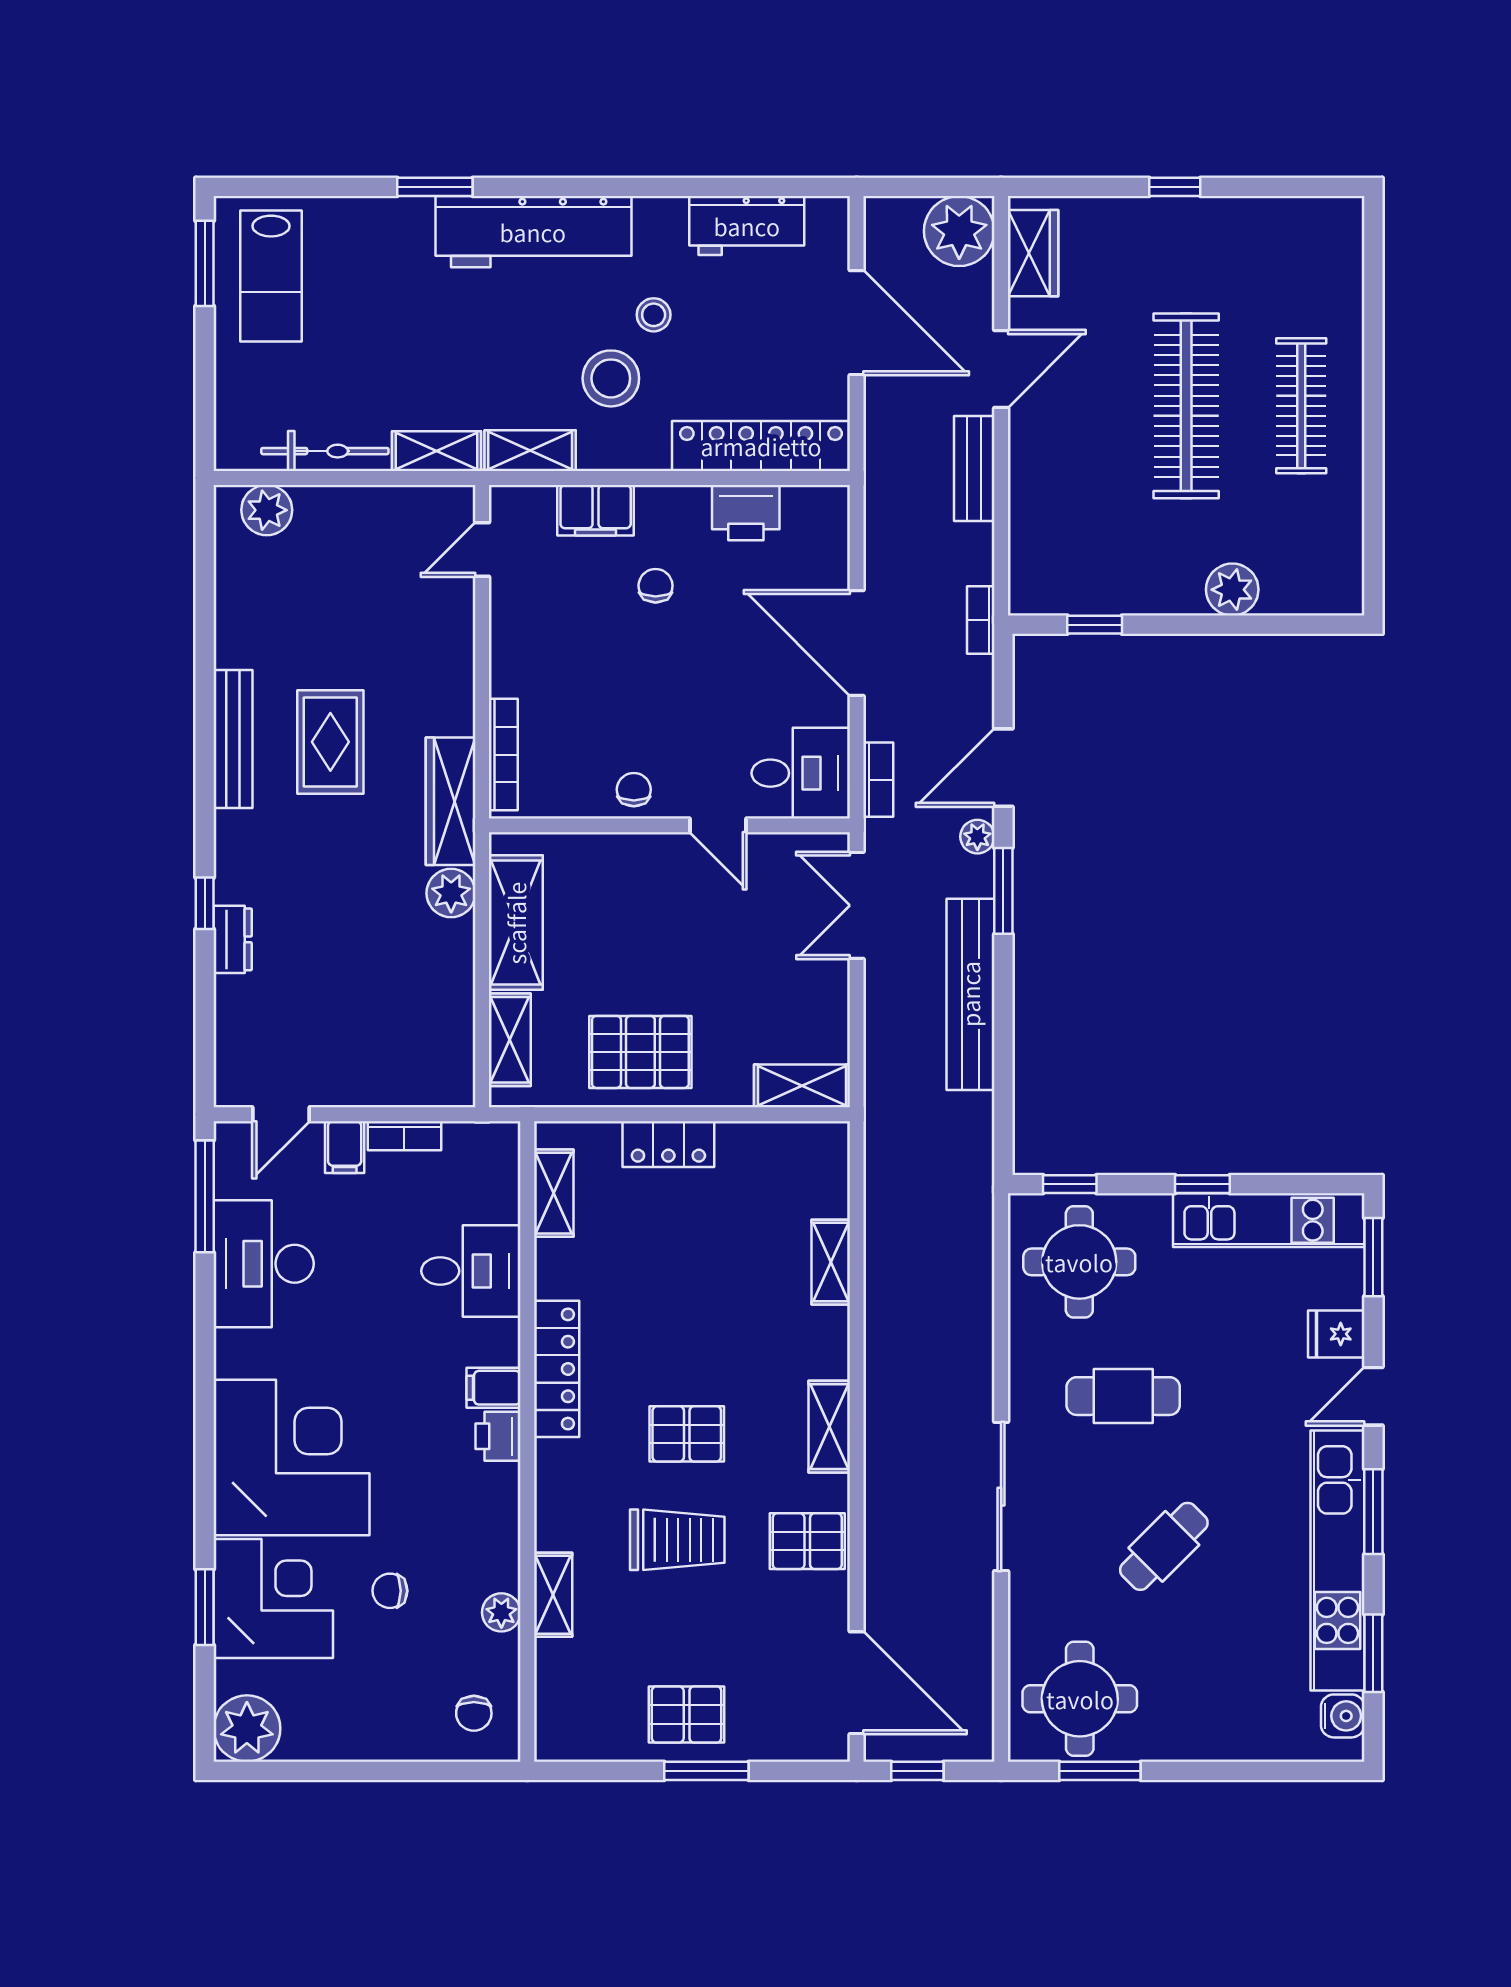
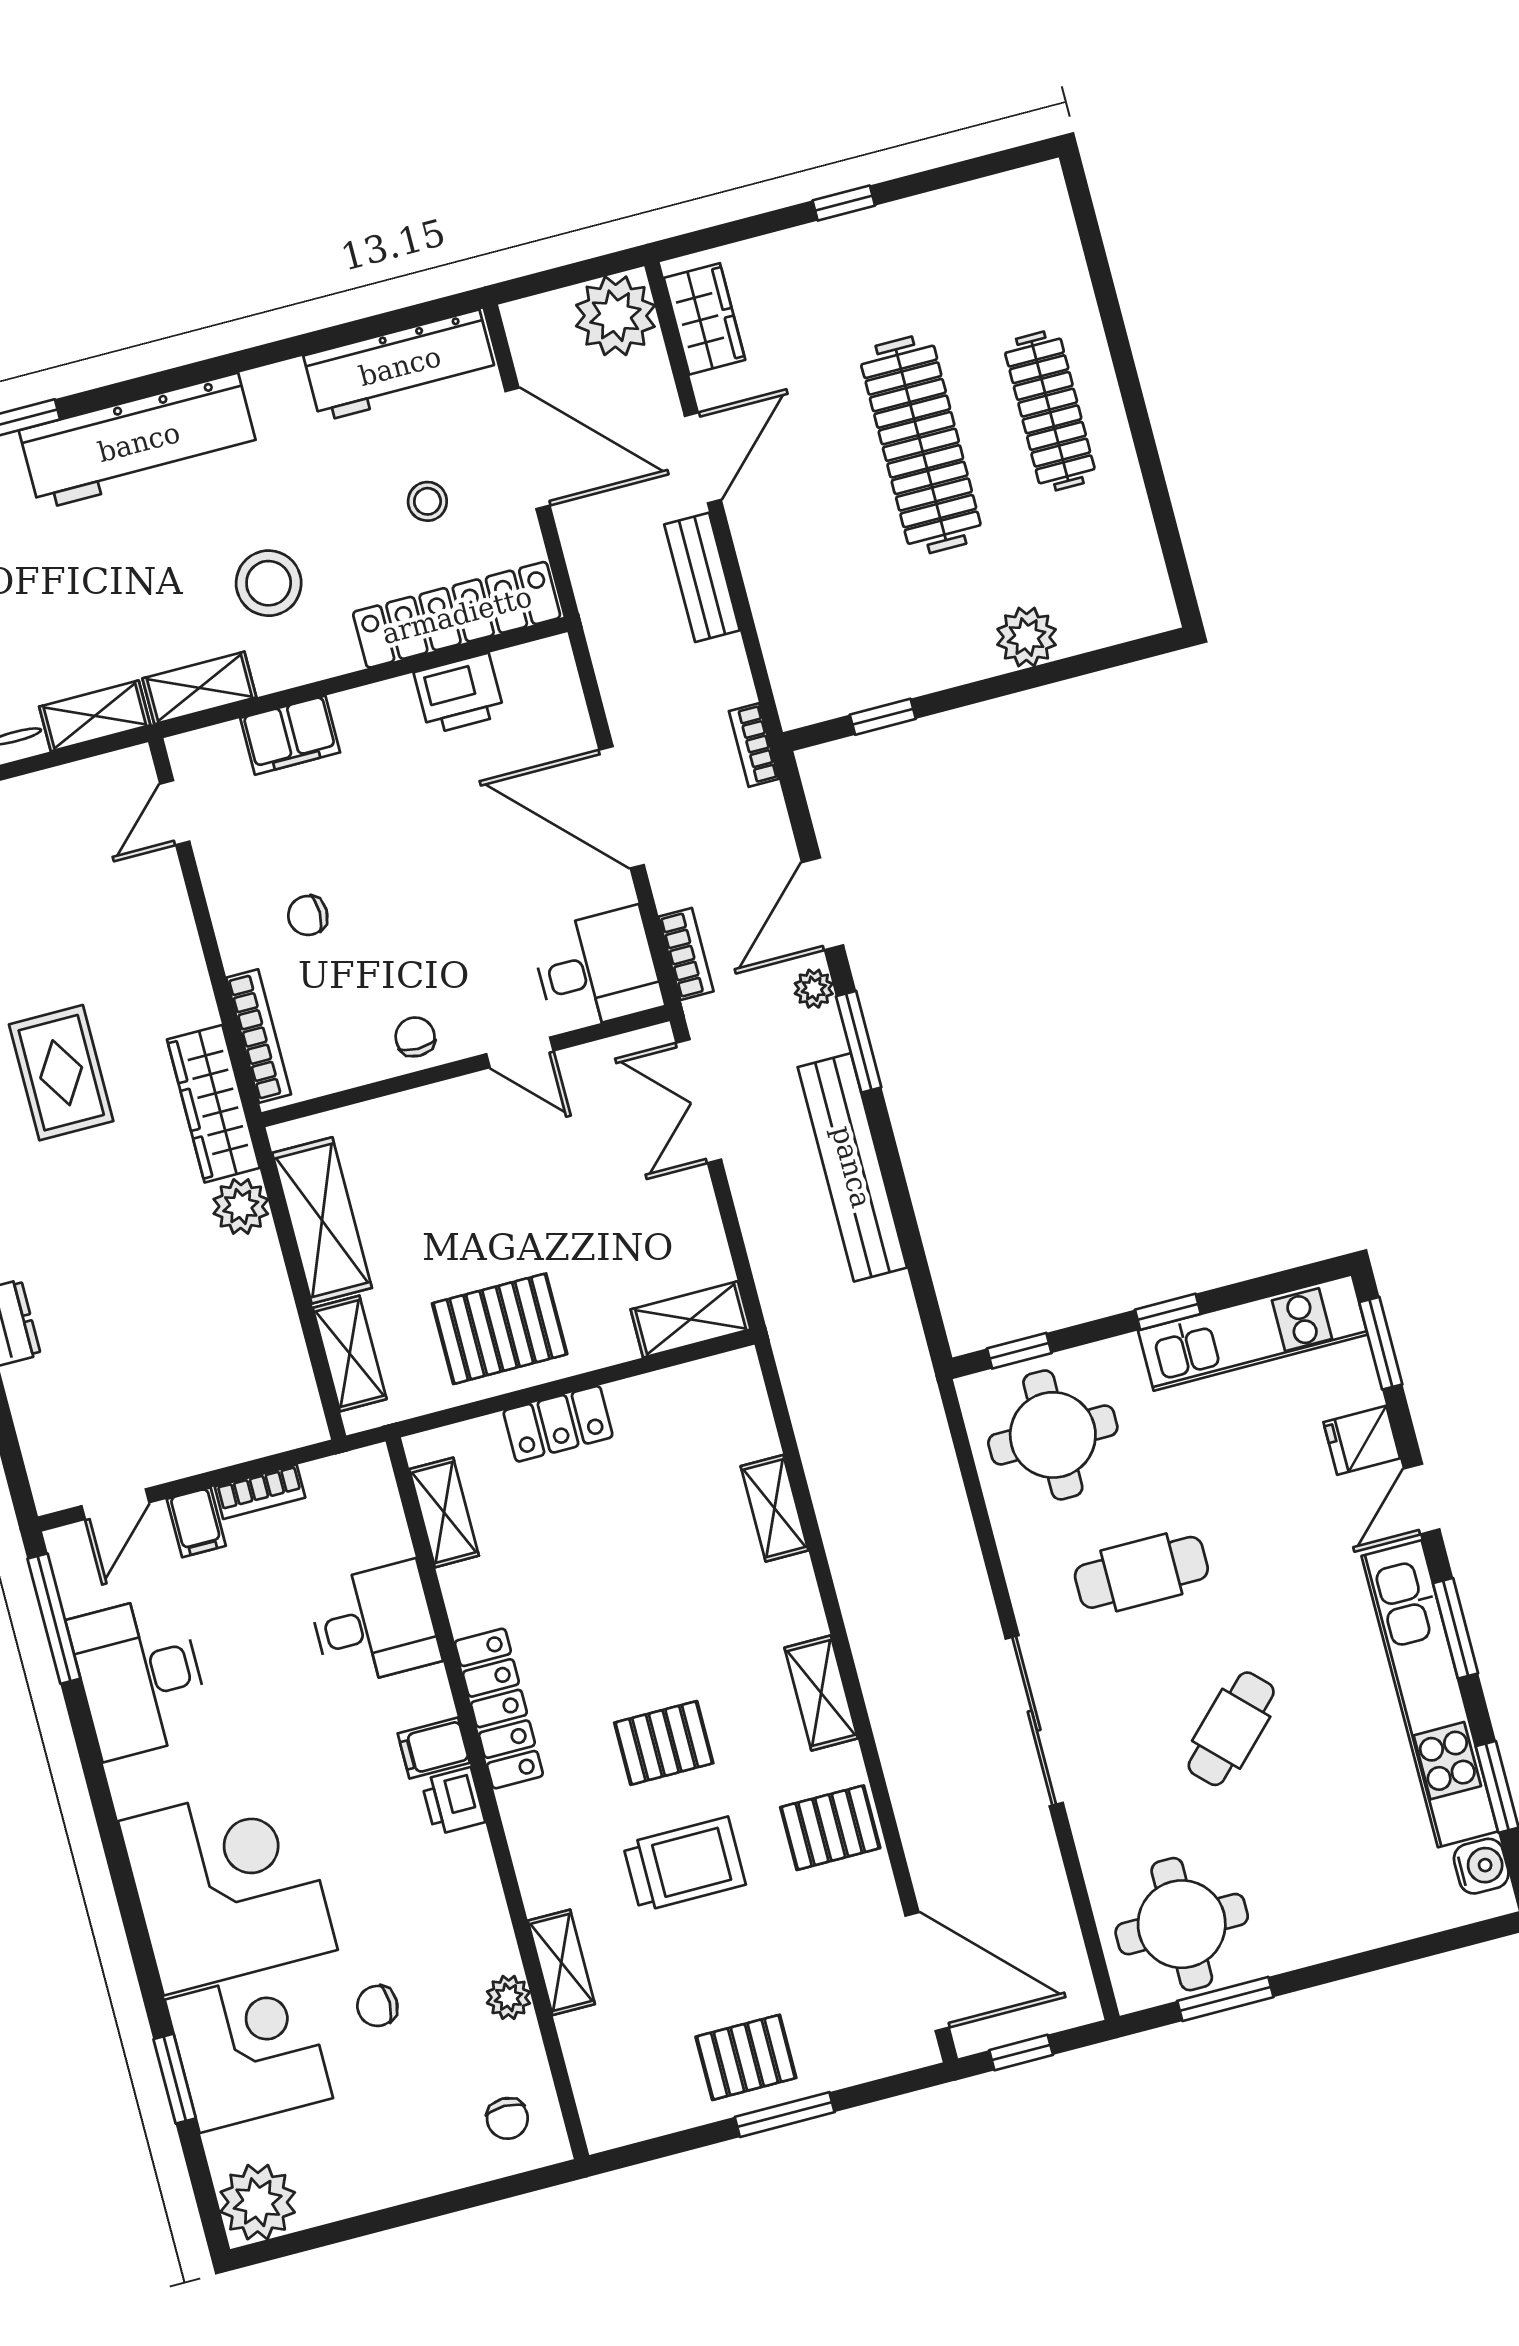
workbench: (747, 226) -> (400, 366), width x1.38
stool: (654, 315) -> (427, 501), moved
chair: (656, 586) -> (308, 915), moved, turned -90

